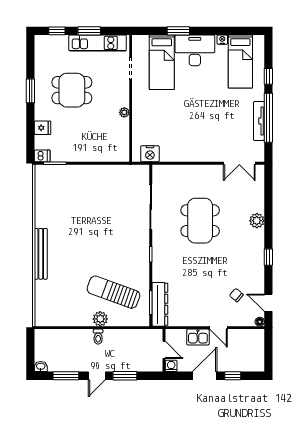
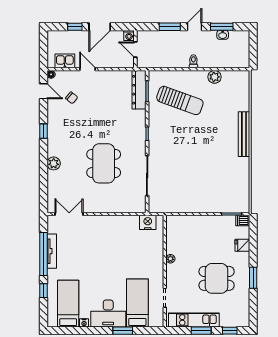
plant: (100, 319) -> (214, 77), moved
kitchen sink: (198, 337) -> (65, 61), moved
washbasin: (41, 367) -> (223, 35), moved

